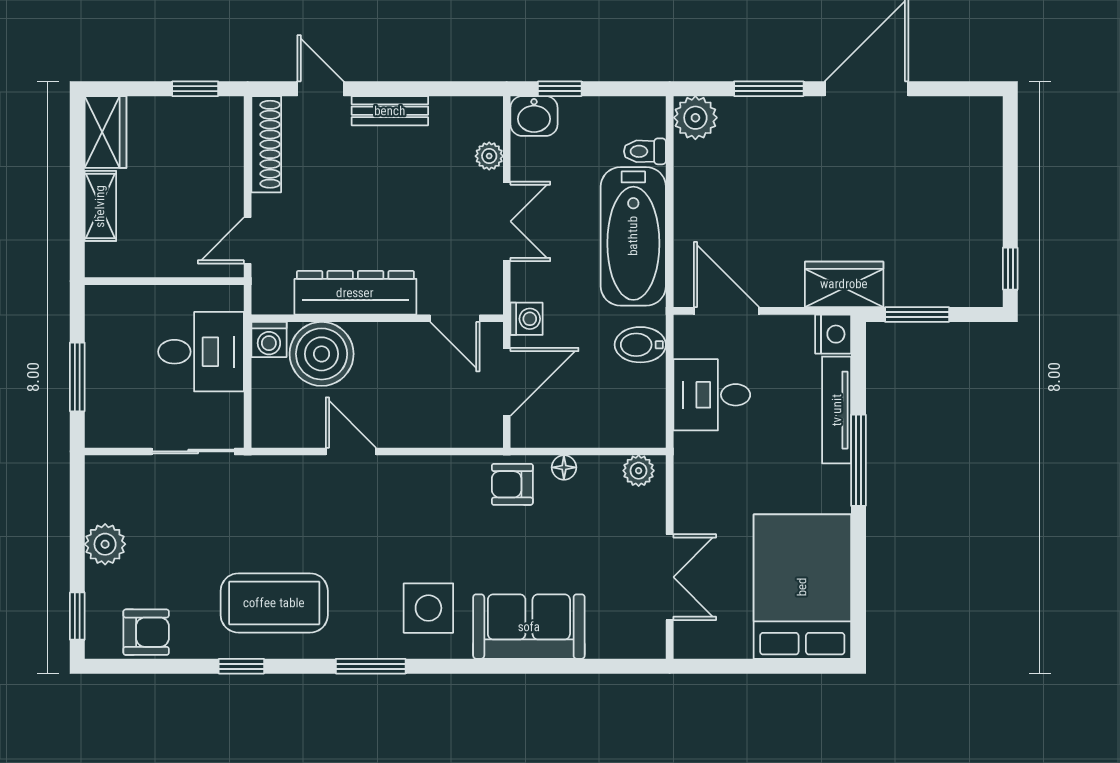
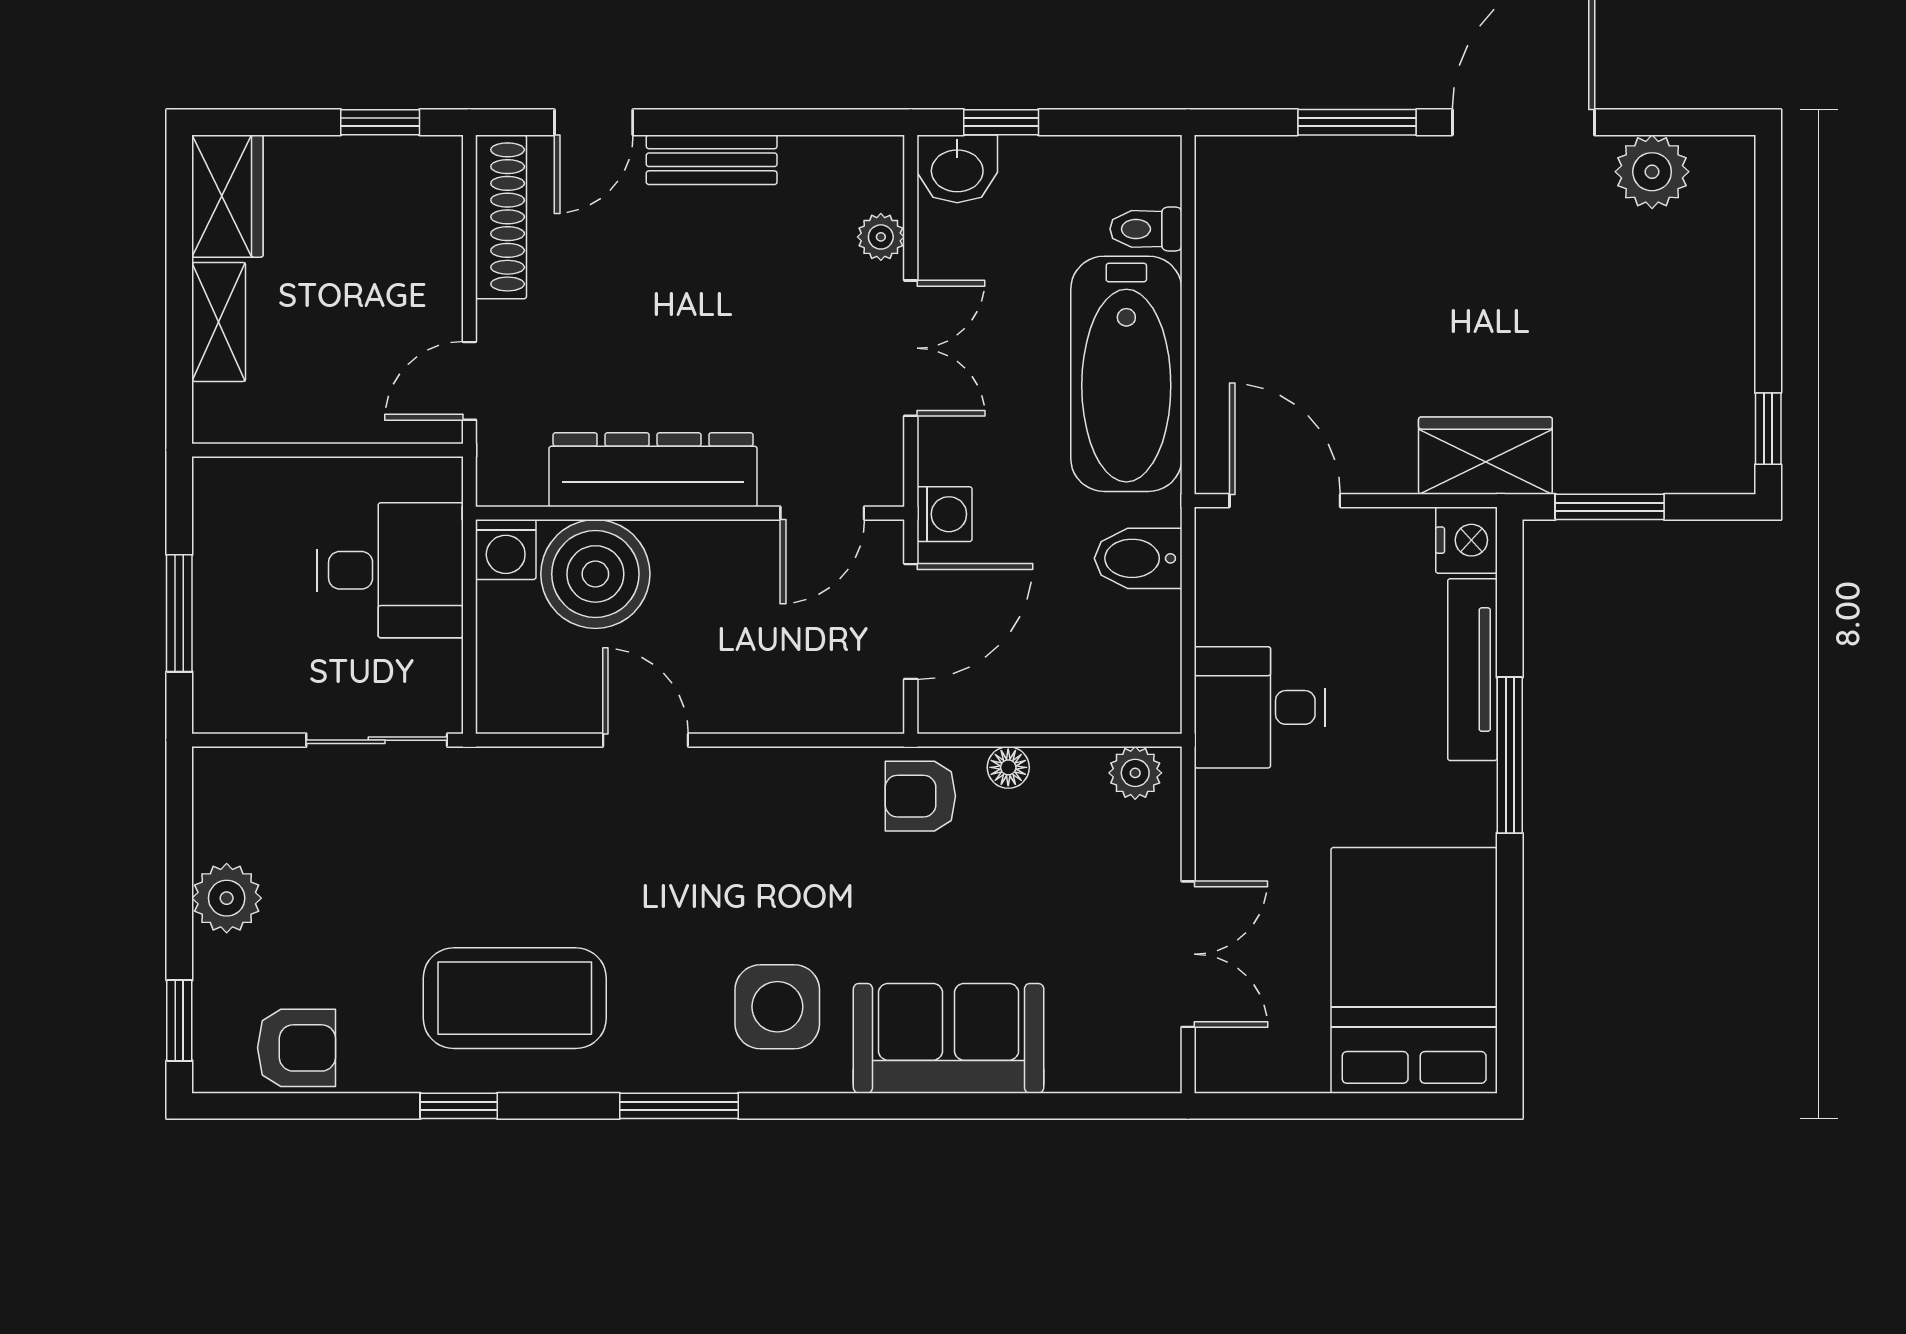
door: (321, 89) -> (594, 122), swing flipped
plant: (695, 118) -> (1652, 172), moved
door: (455, 318) -> (822, 513), hinge flipped
desk: (712, 395) -> (1260, 707), moved

